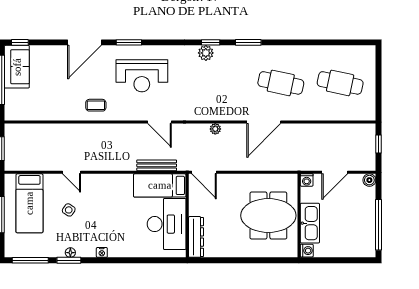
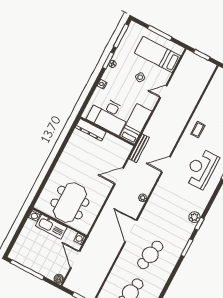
bed: (160, 185) -> (136, 124), moved
wall: (187, 216) -> (107, 131), moved
desk: (167, 224) -> (109, 115), moved
dresser: (196, 237) -> (91, 130), moved

